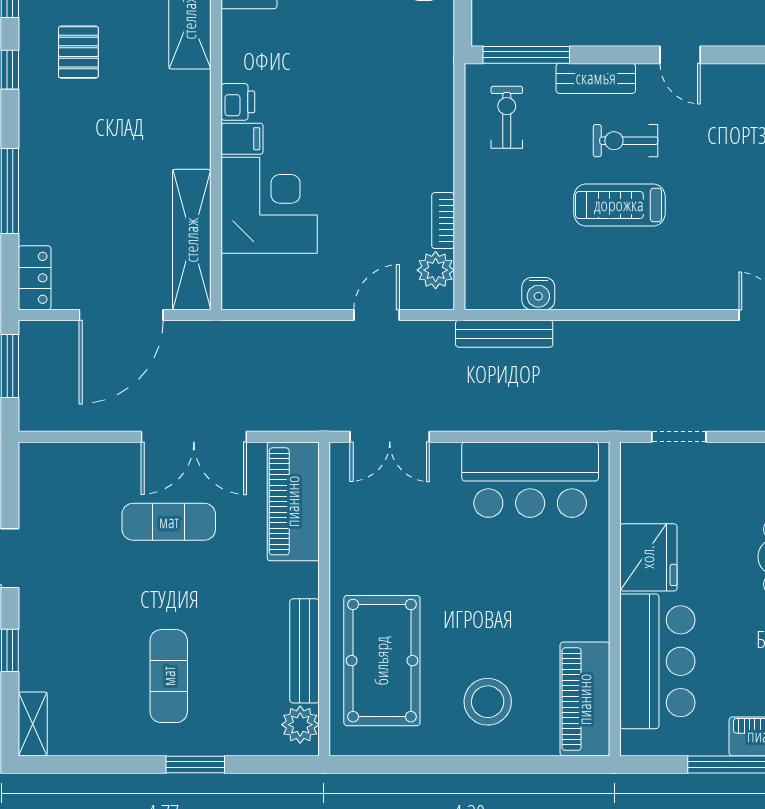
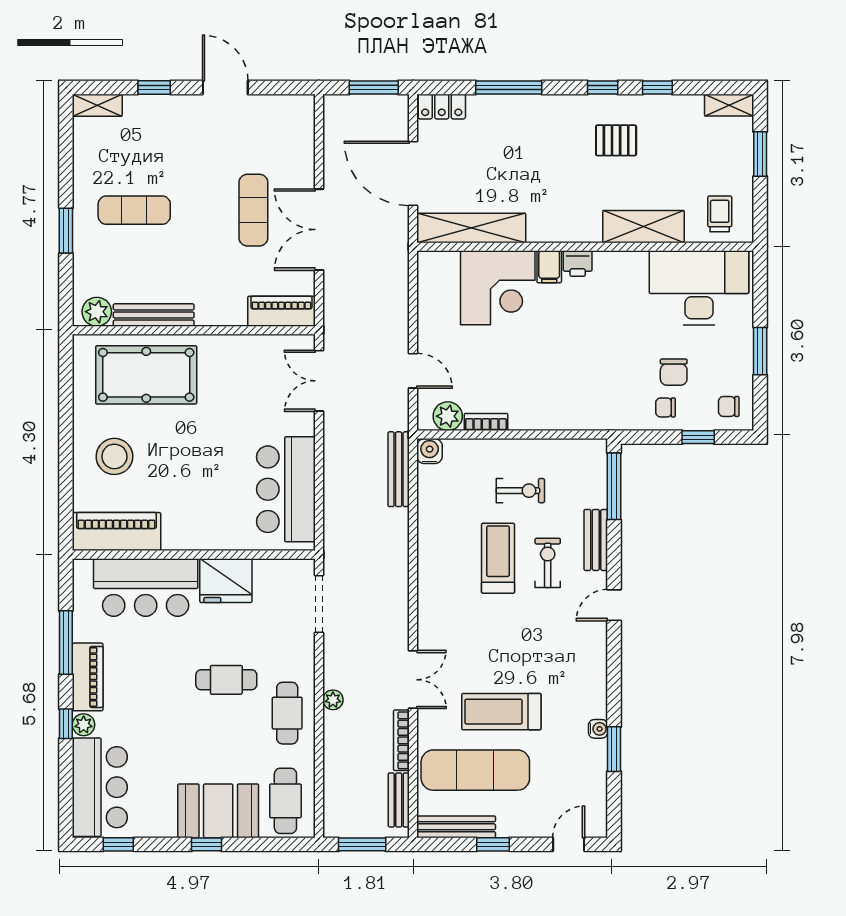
exercise bike: (507, 117) -> (520, 491), moved
water cooler: (538, 294) -> (430, 451), moved, turned 90
doorway: (679, 437) -> (319, 604), width x1.38
piano: (293, 501) -> (281, 311), width x0.73, depth x0.75

